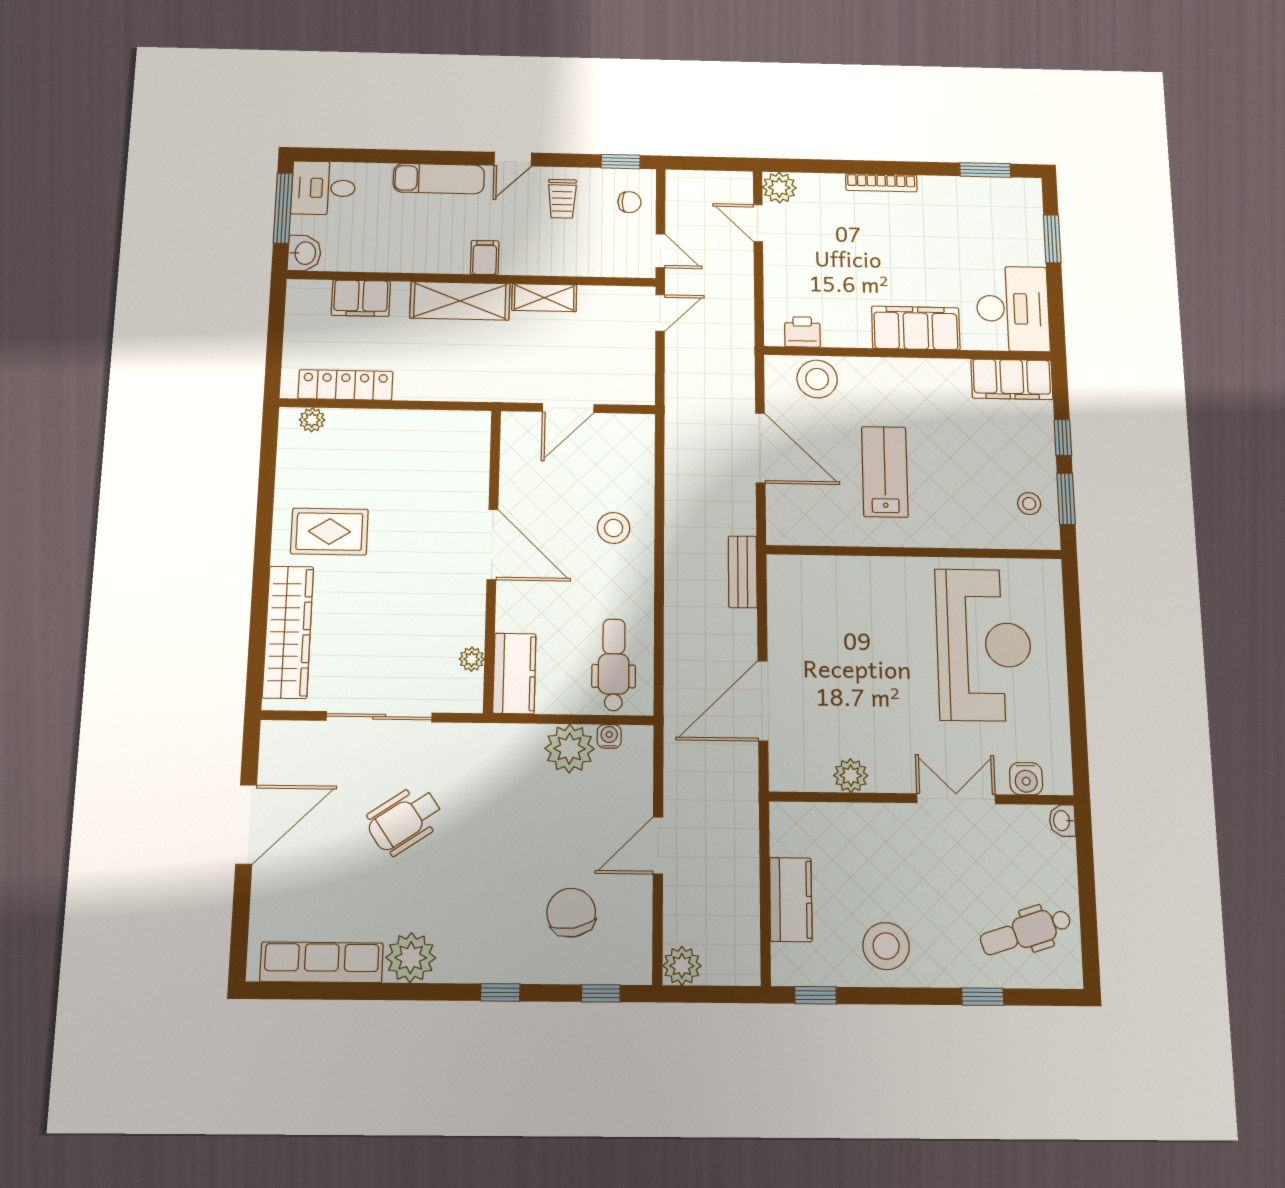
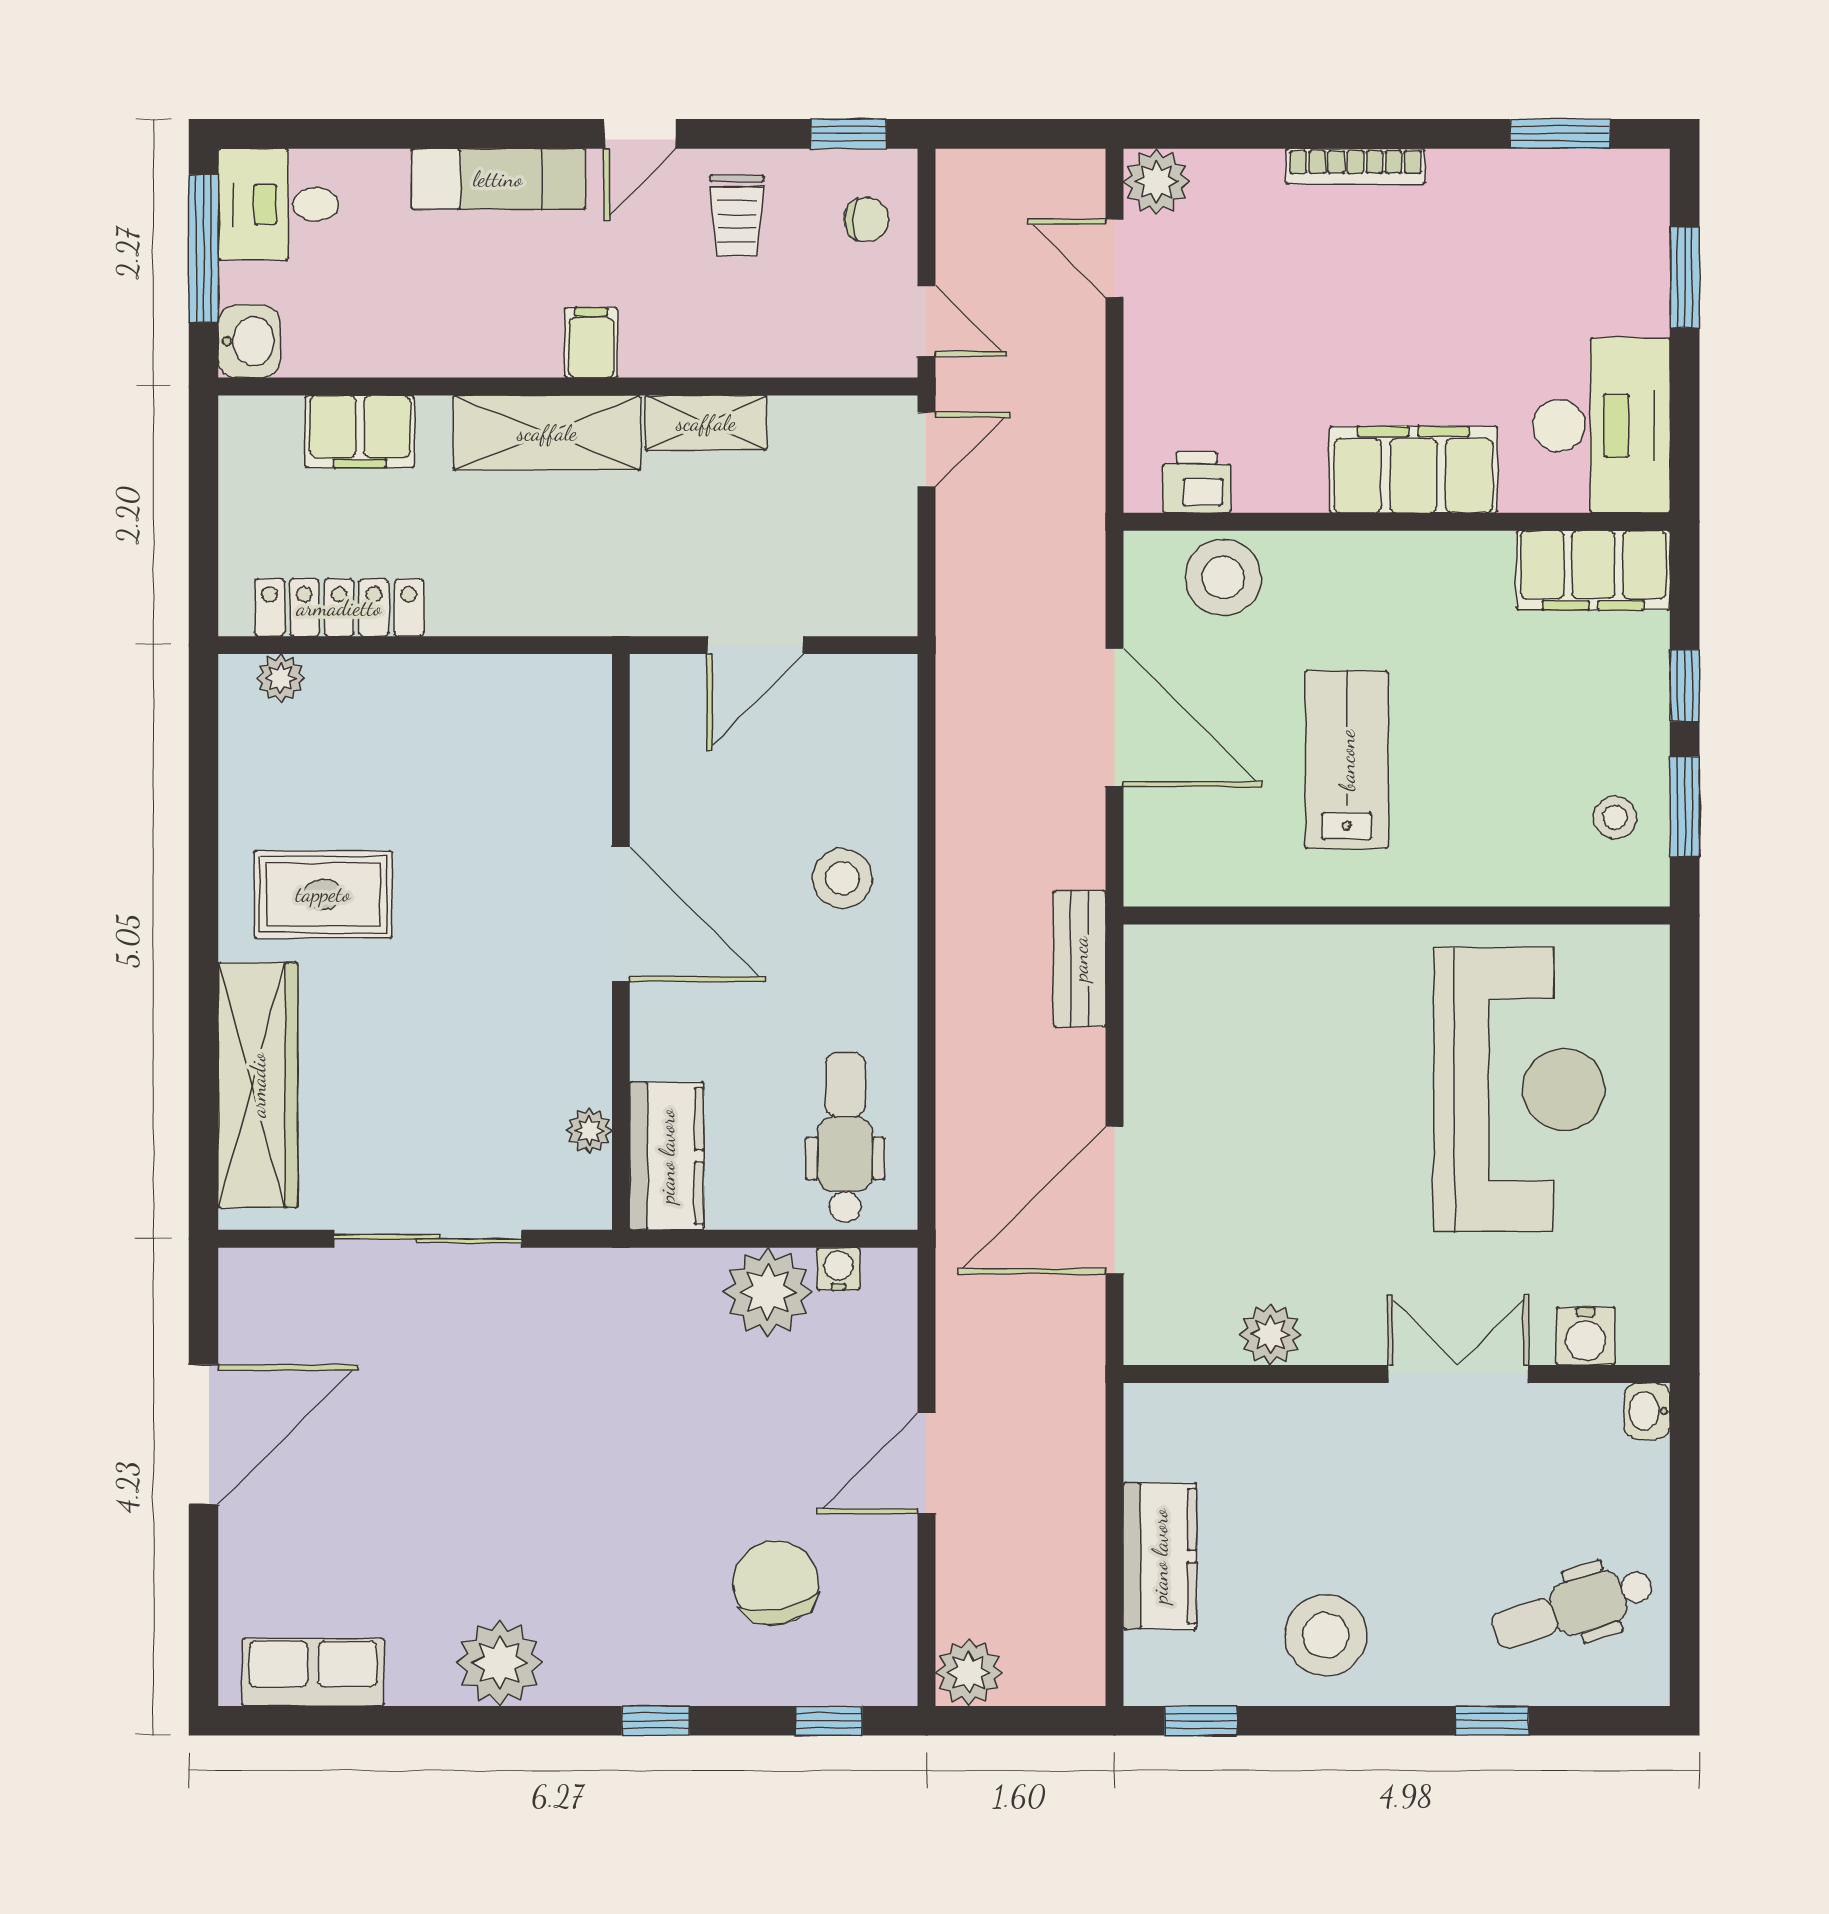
wheelchair: (405, 820) -> (480, 1424), removed
row of seats: (322, 962) -> (313, 1672), width x0.68

